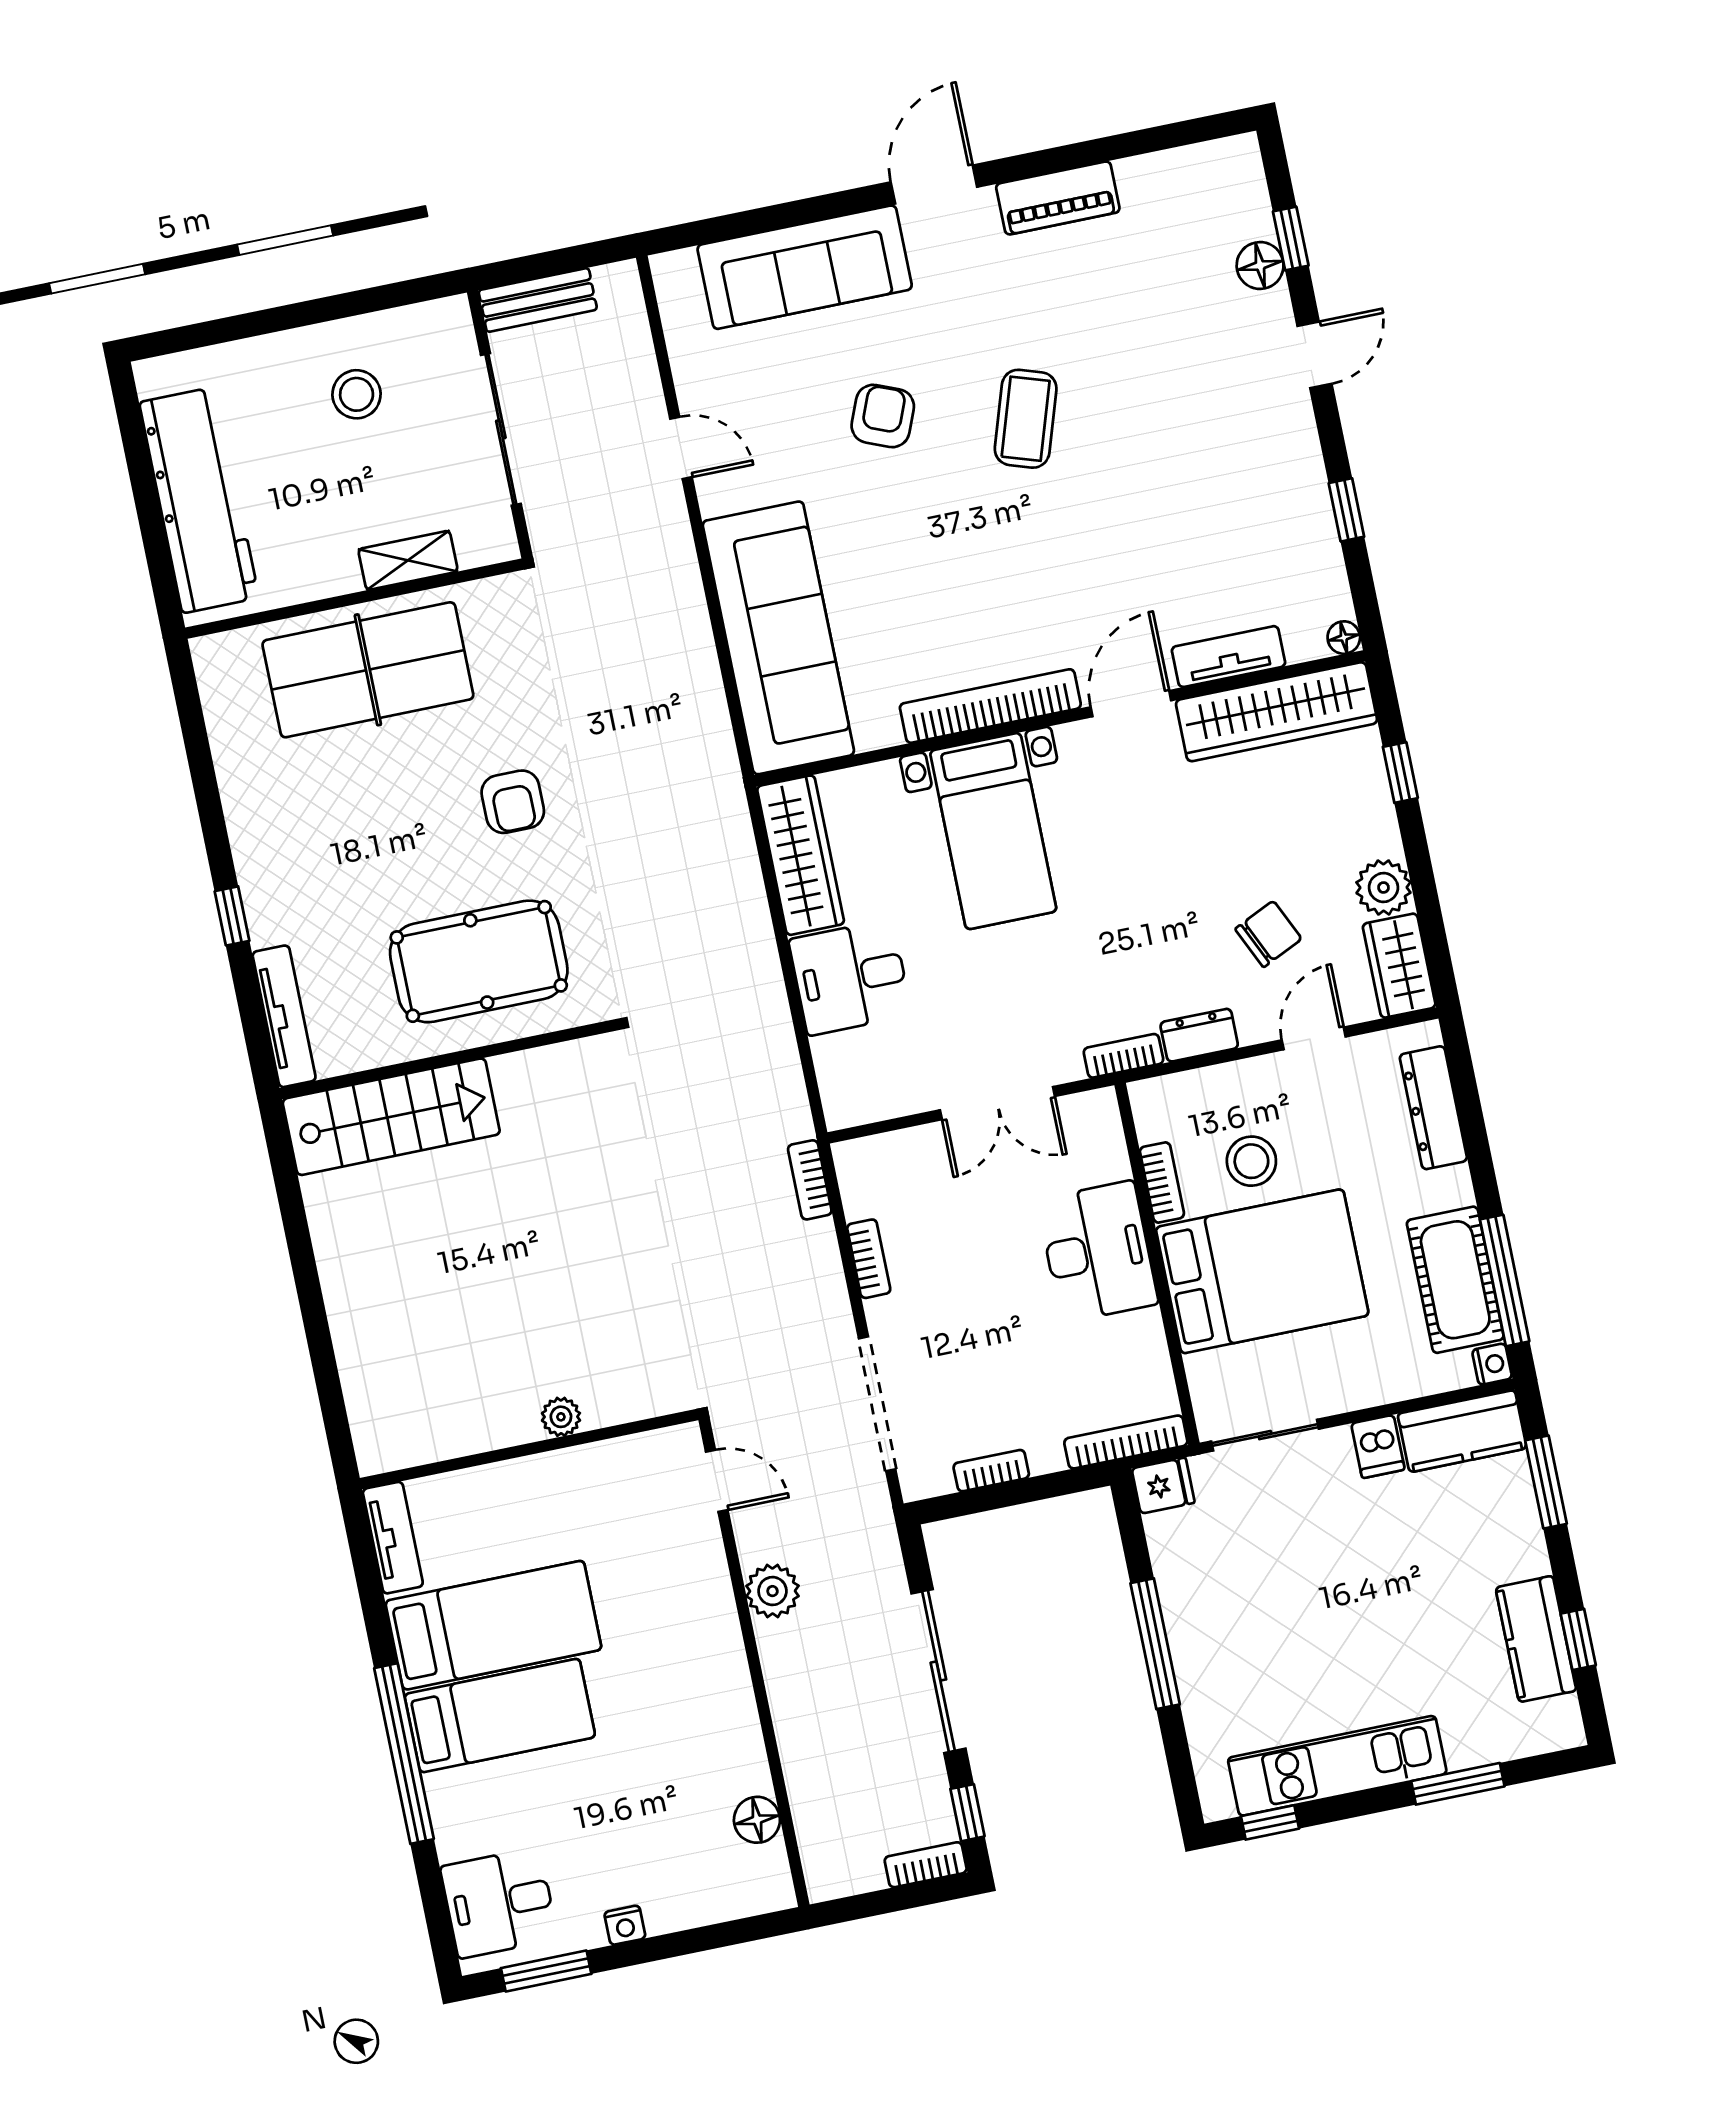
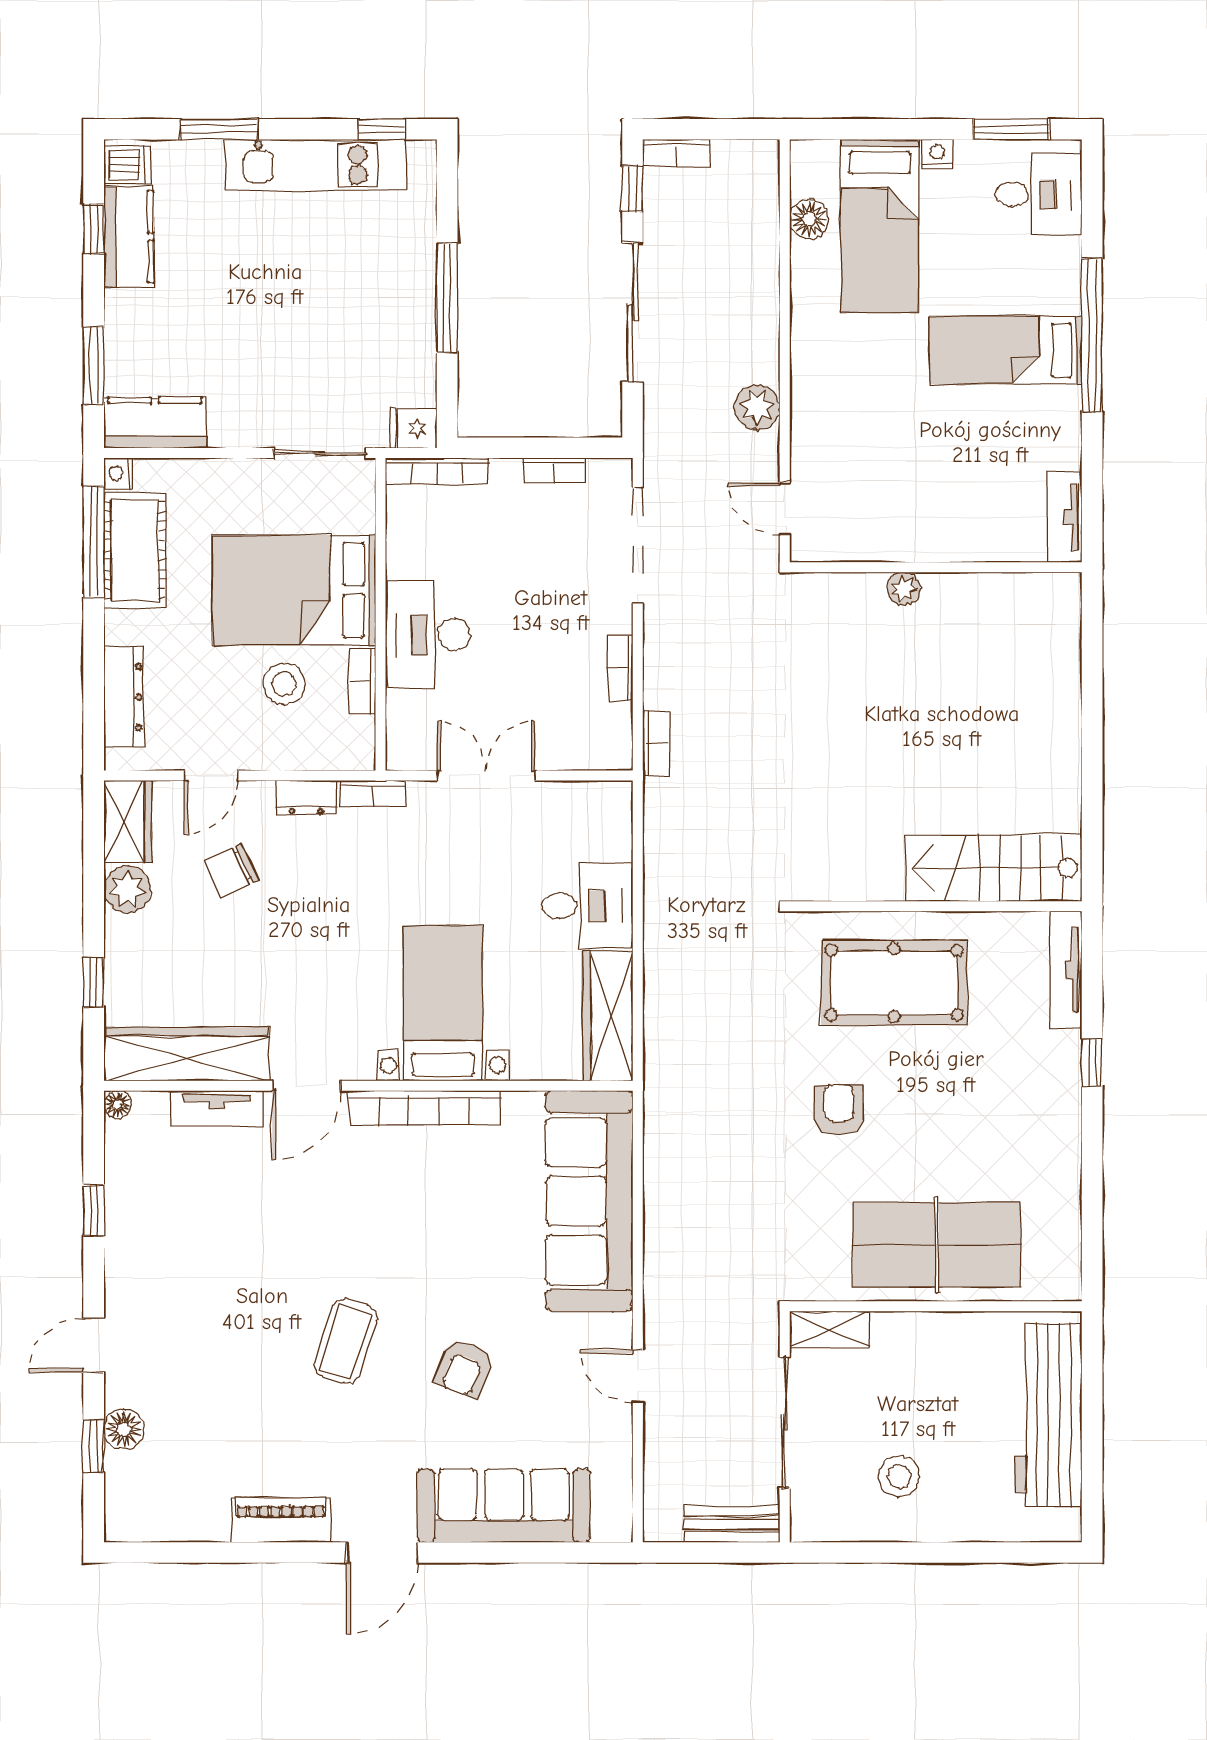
shelving: (408, 560) -> (829, 1329), moved
dishwasher: (1378, 1446) -> (128, 165), moved, turned 90
bed: (493, 1625) -> (880, 226), moved, turned -90

